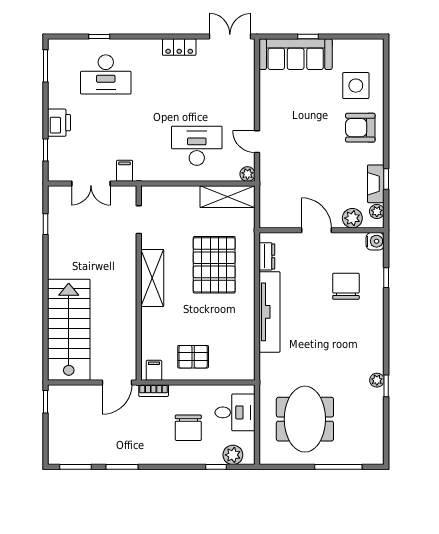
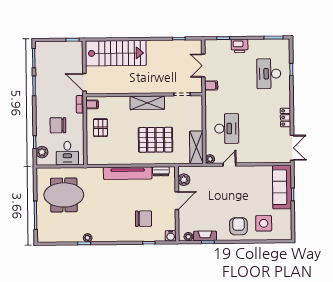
plant: (352, 218) -> (184, 180), moved

